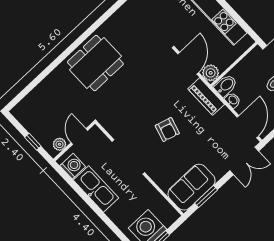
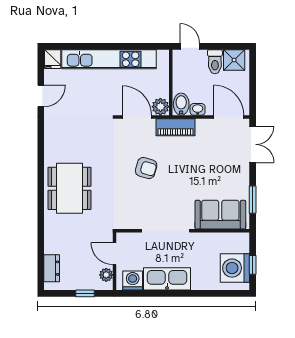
dresser: (29, 102) -> (52, 268), added
armchair: (167, 129) -> (146, 168), moved
sofa: (192, 187) -> (220, 215), moved, turned 90

